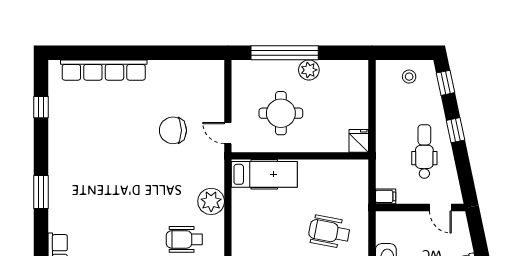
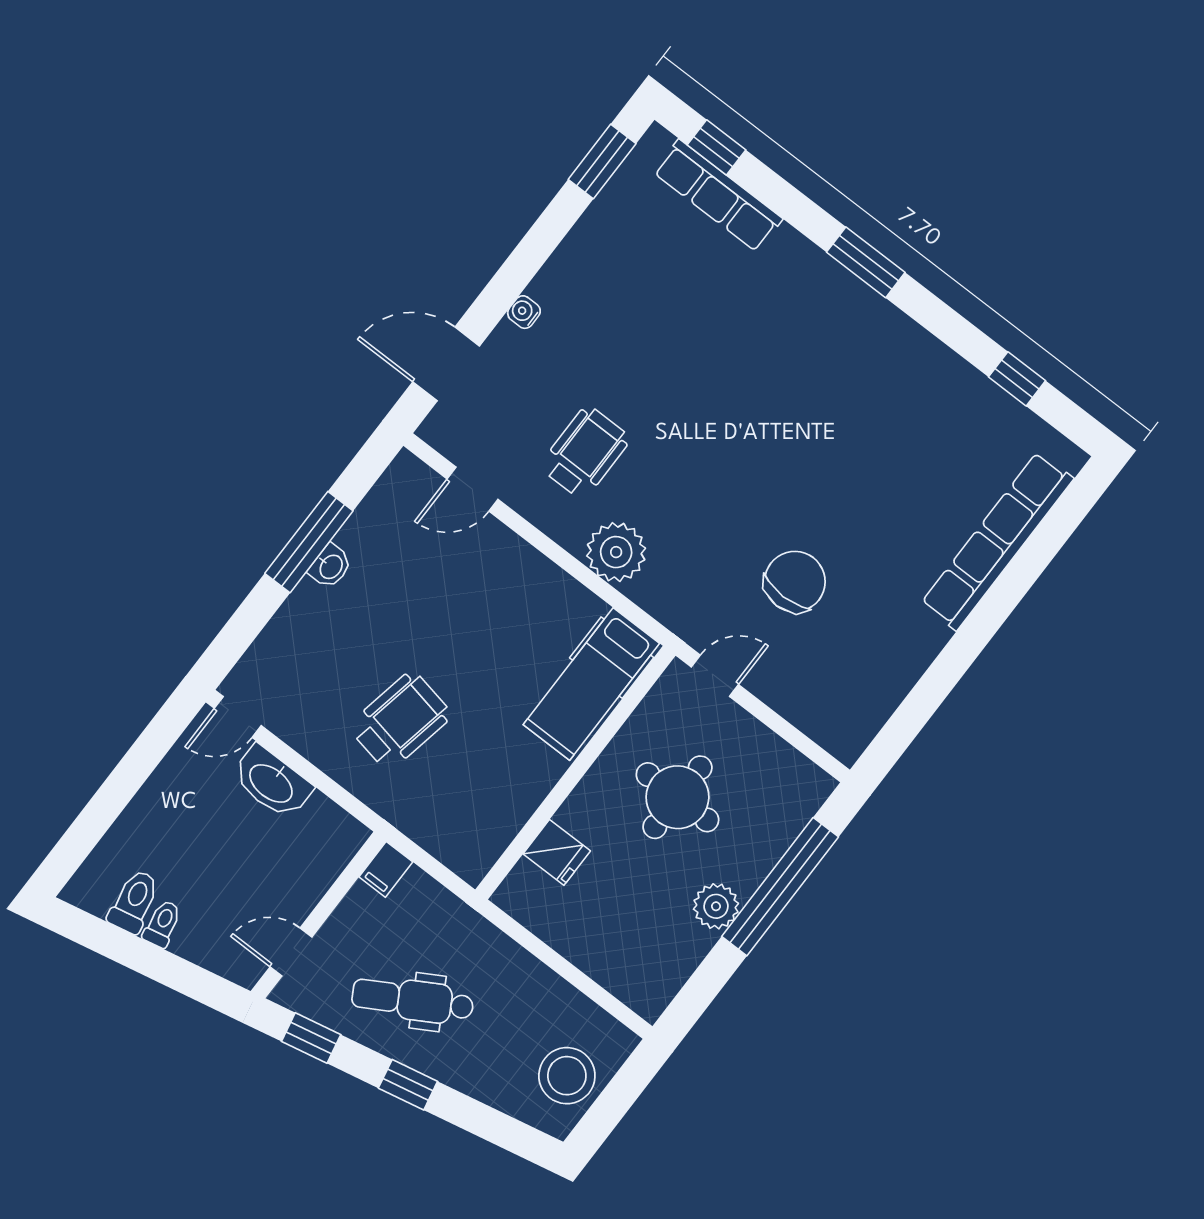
stool: (409, 77) -> (567, 1076), width x1.89, depth x1.89
window: (446, 83) -> (311, 1038), moved
fridge: (359, 141) -> (557, 852), moved
dental chair: (424, 151) -> (413, 1000), turned 150

